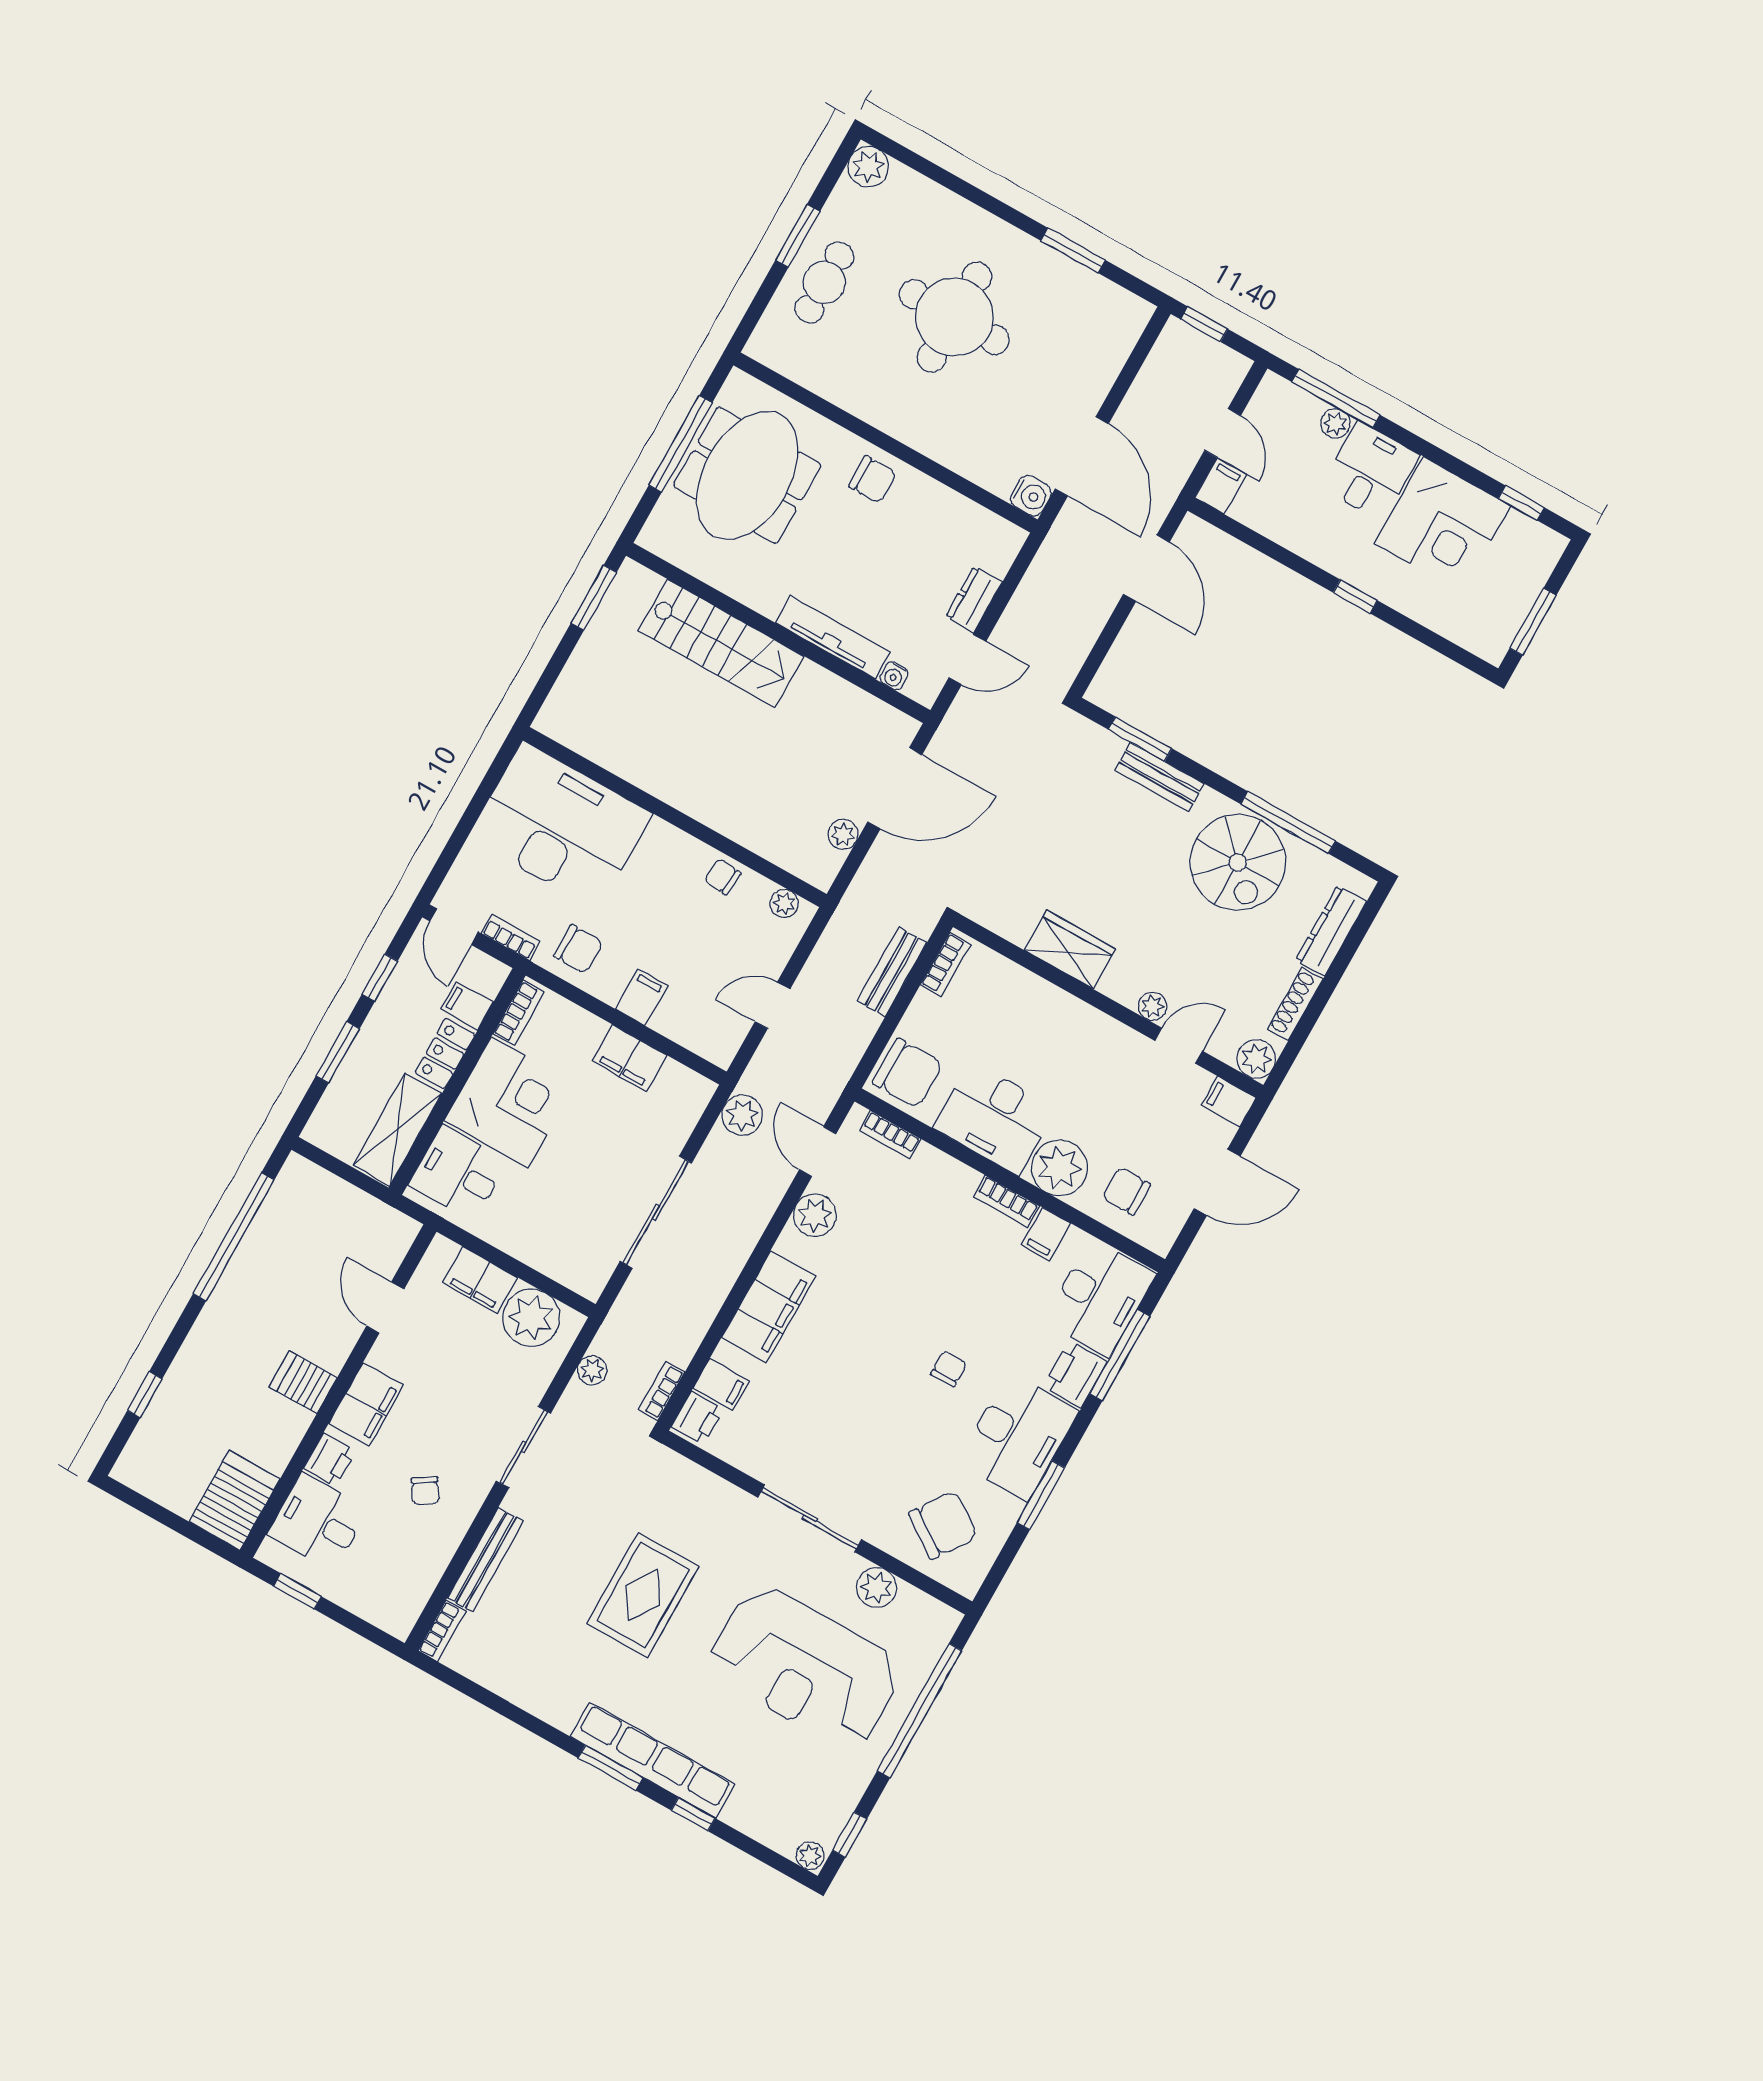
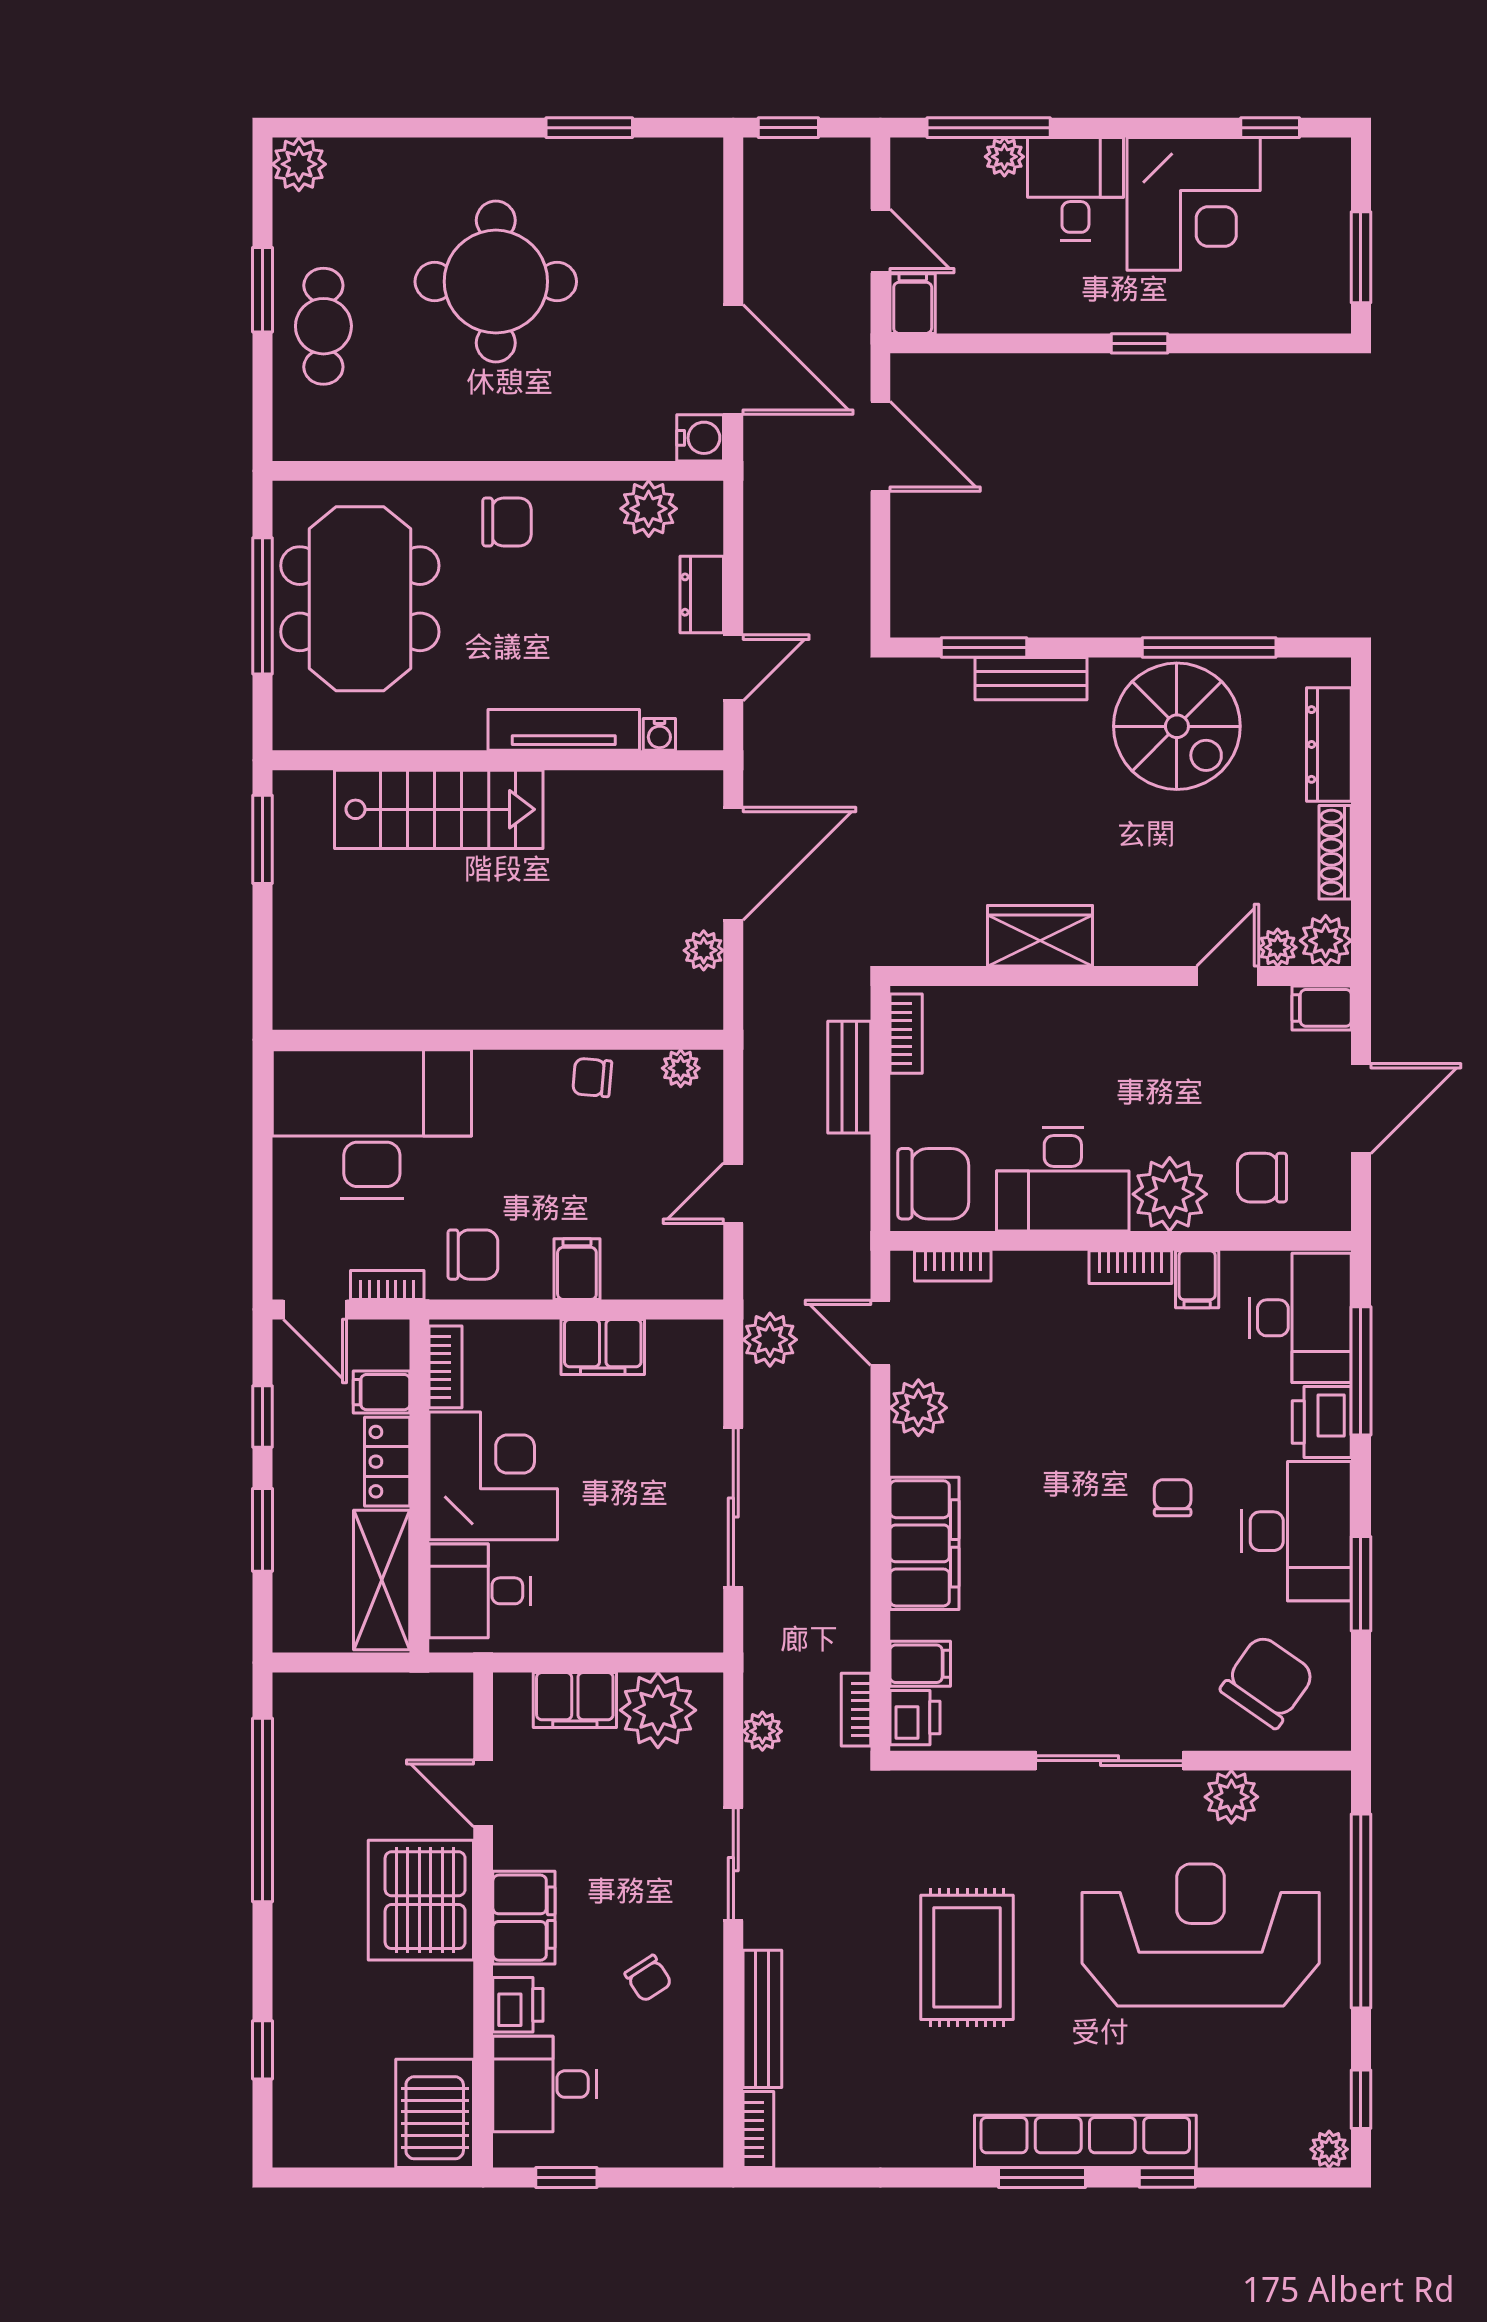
plant: (971, 523) -> (649, 509), added
plant: (1152, 1006) -> (1278, 947), moved
server rack: (303, 1382) -> (421, 1900), width x2.18, depth x1.44
reception desk: (805, 1667) -> (1201, 1935), turned 180

